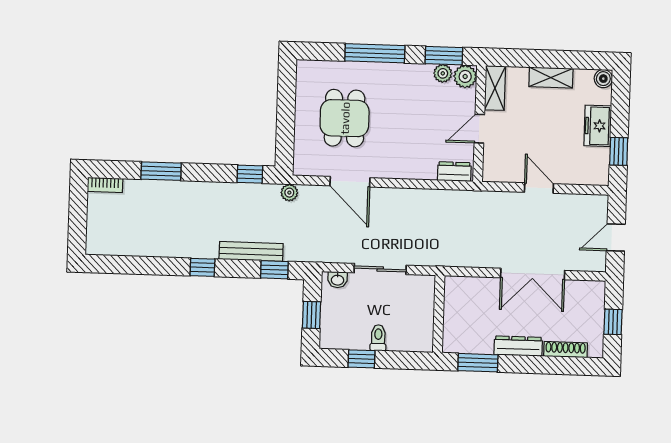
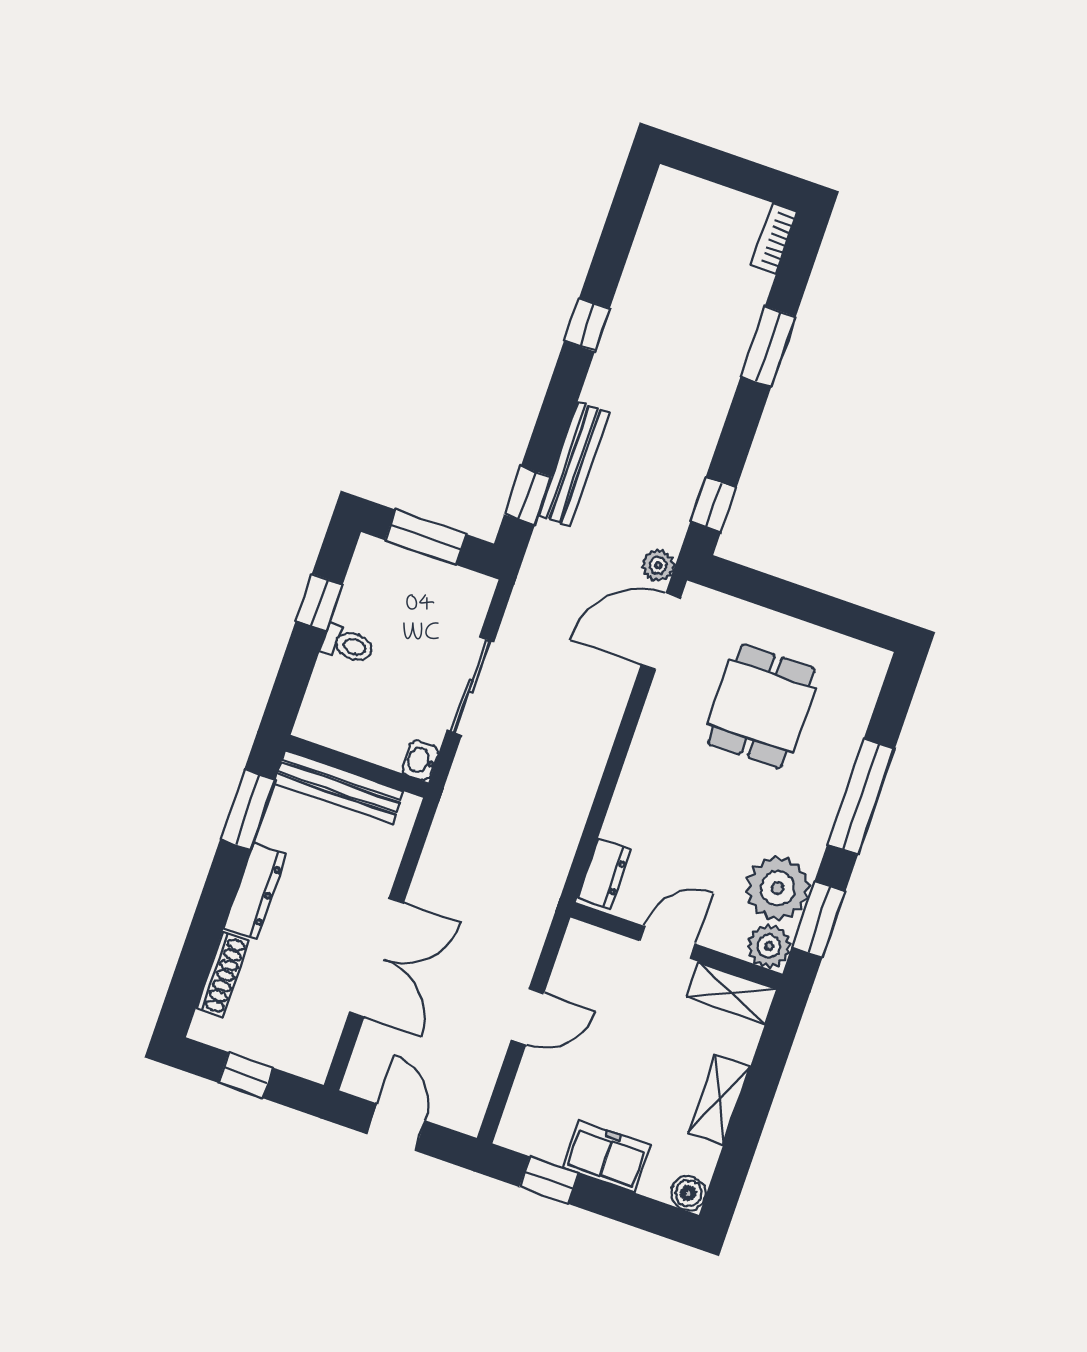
plant: (443, 73) -> (778, 888), width x1.88, depth x1.88
dining table: (345, 118) -> (761, 706), turned 90
door: (479, 129) -> (667, 942), hinge flipped
door: (350, 182) -> (661, 631), moved
window: (202, 267) -> (587, 325), moved
double door: (533, 274) -> (376, 957), swing flipped
washbasin: (338, 280) -> (420, 760), moved
window: (312, 315) -> (426, 537), width x1.50
bench: (452, 320) -> (339, 787), added

